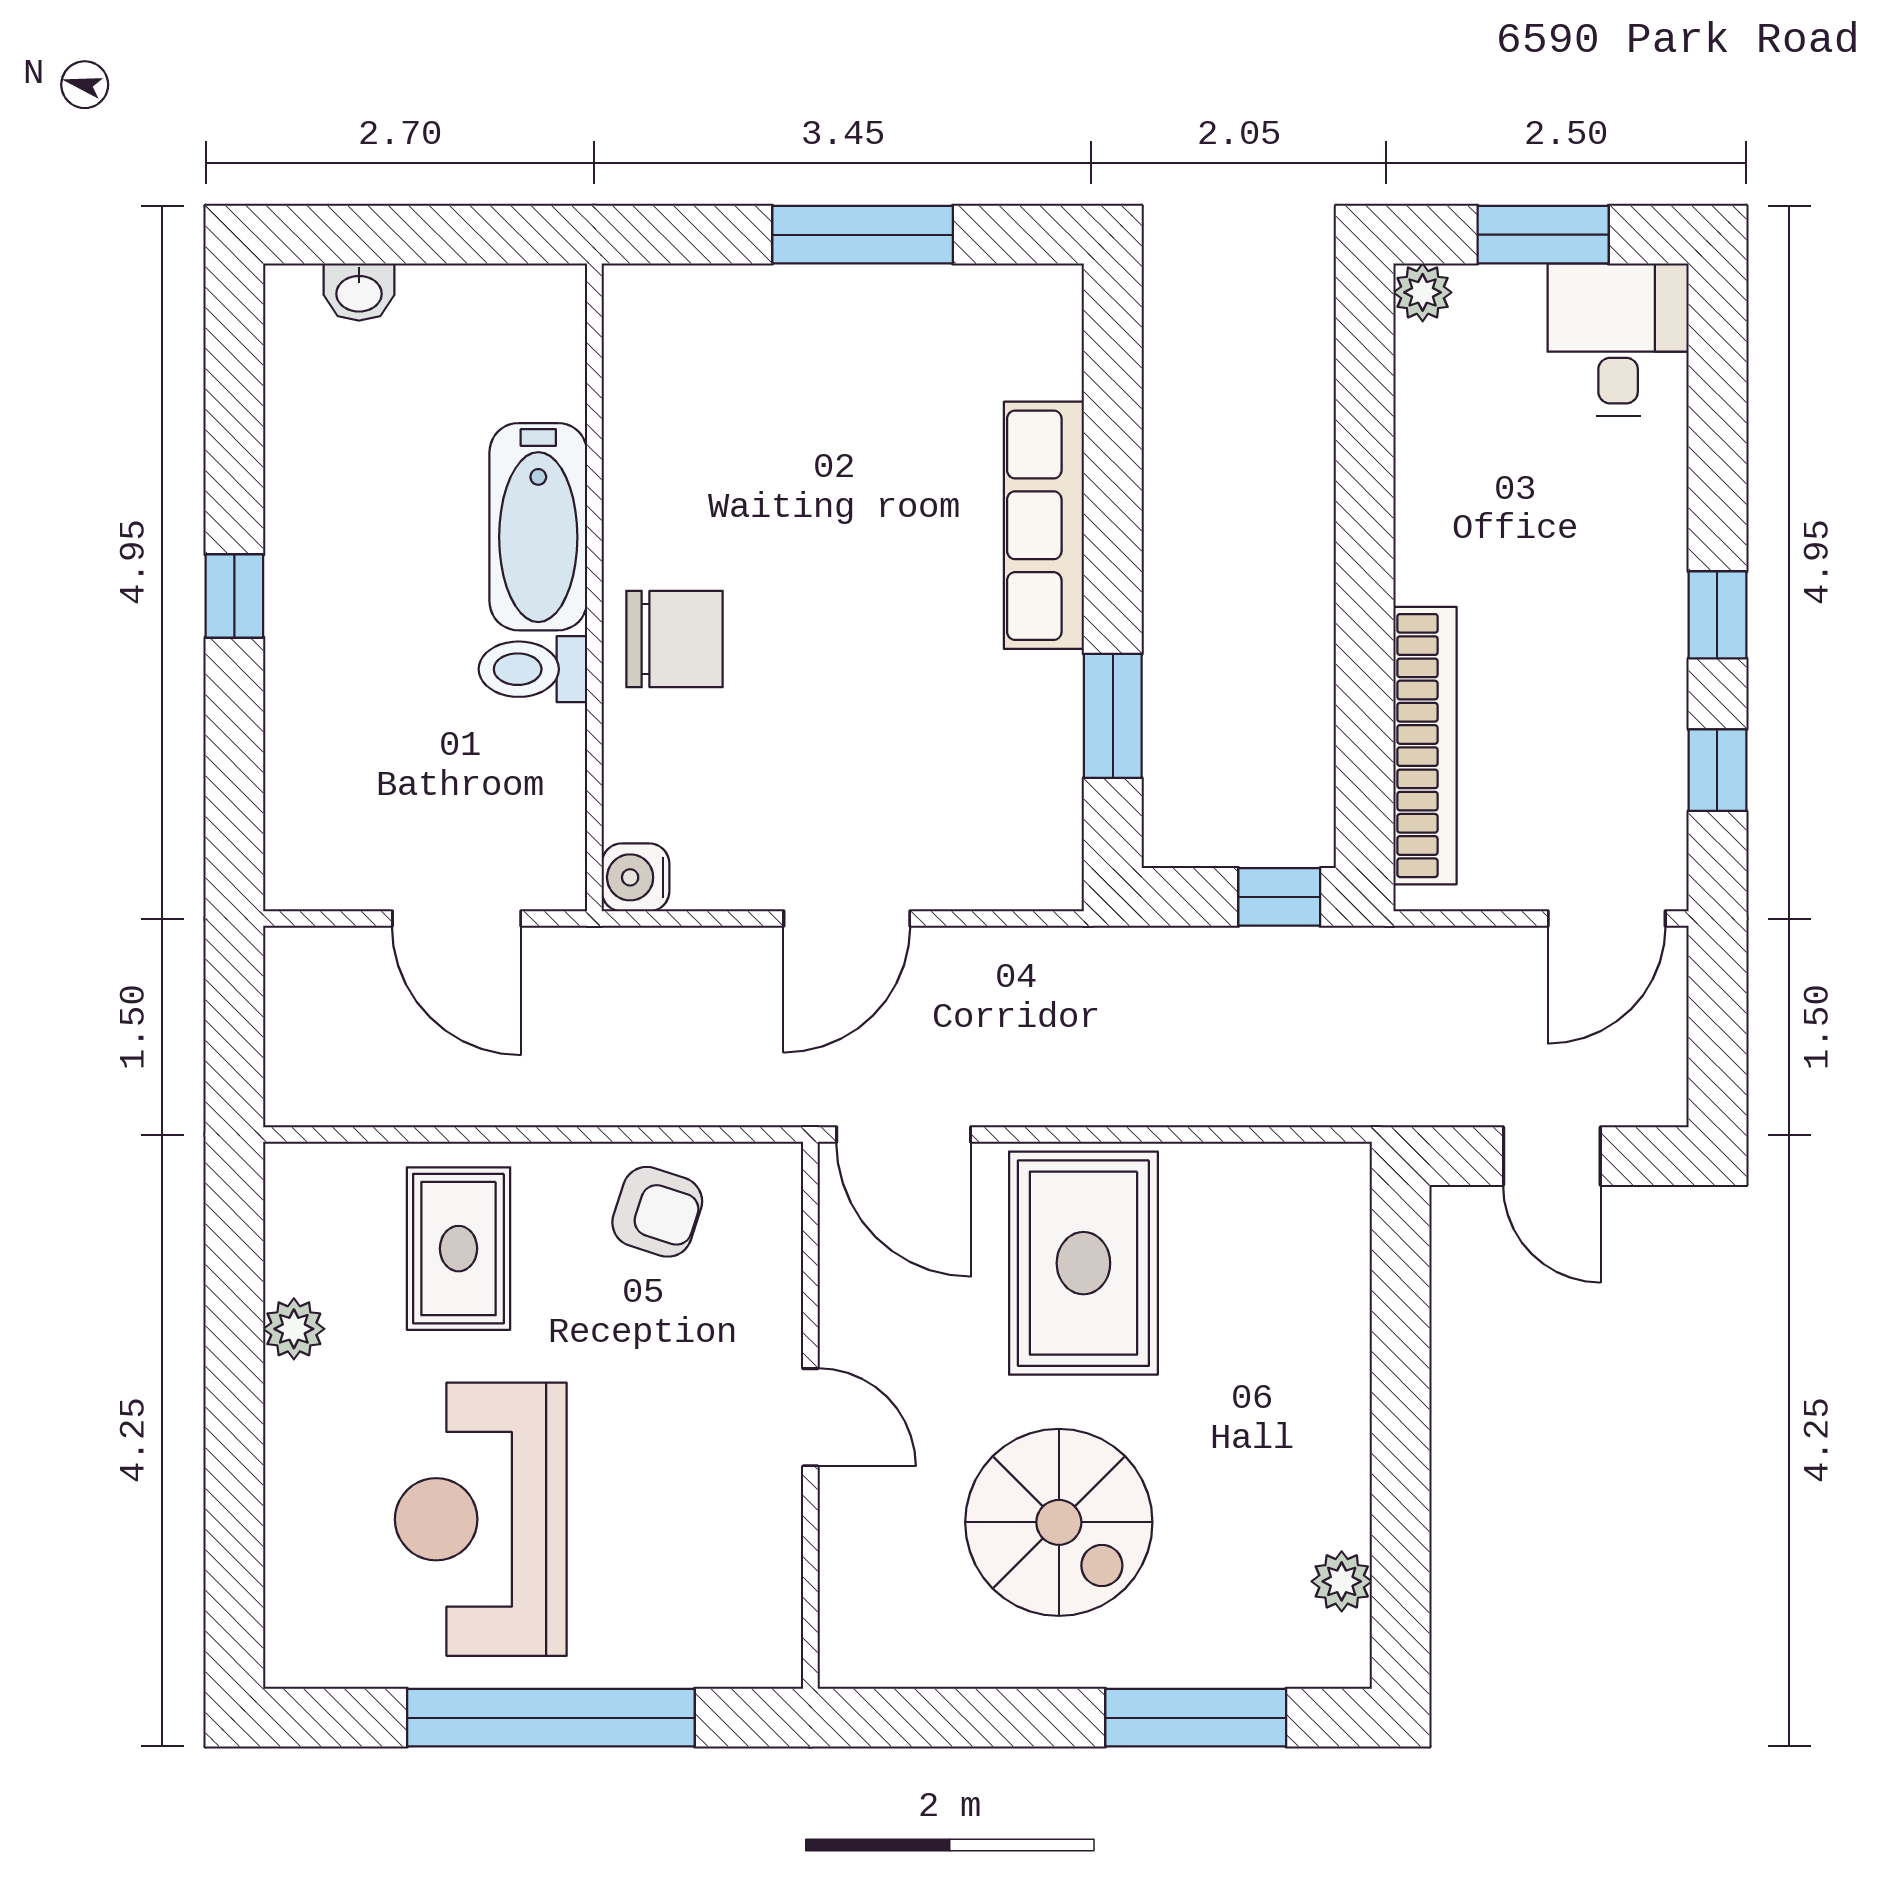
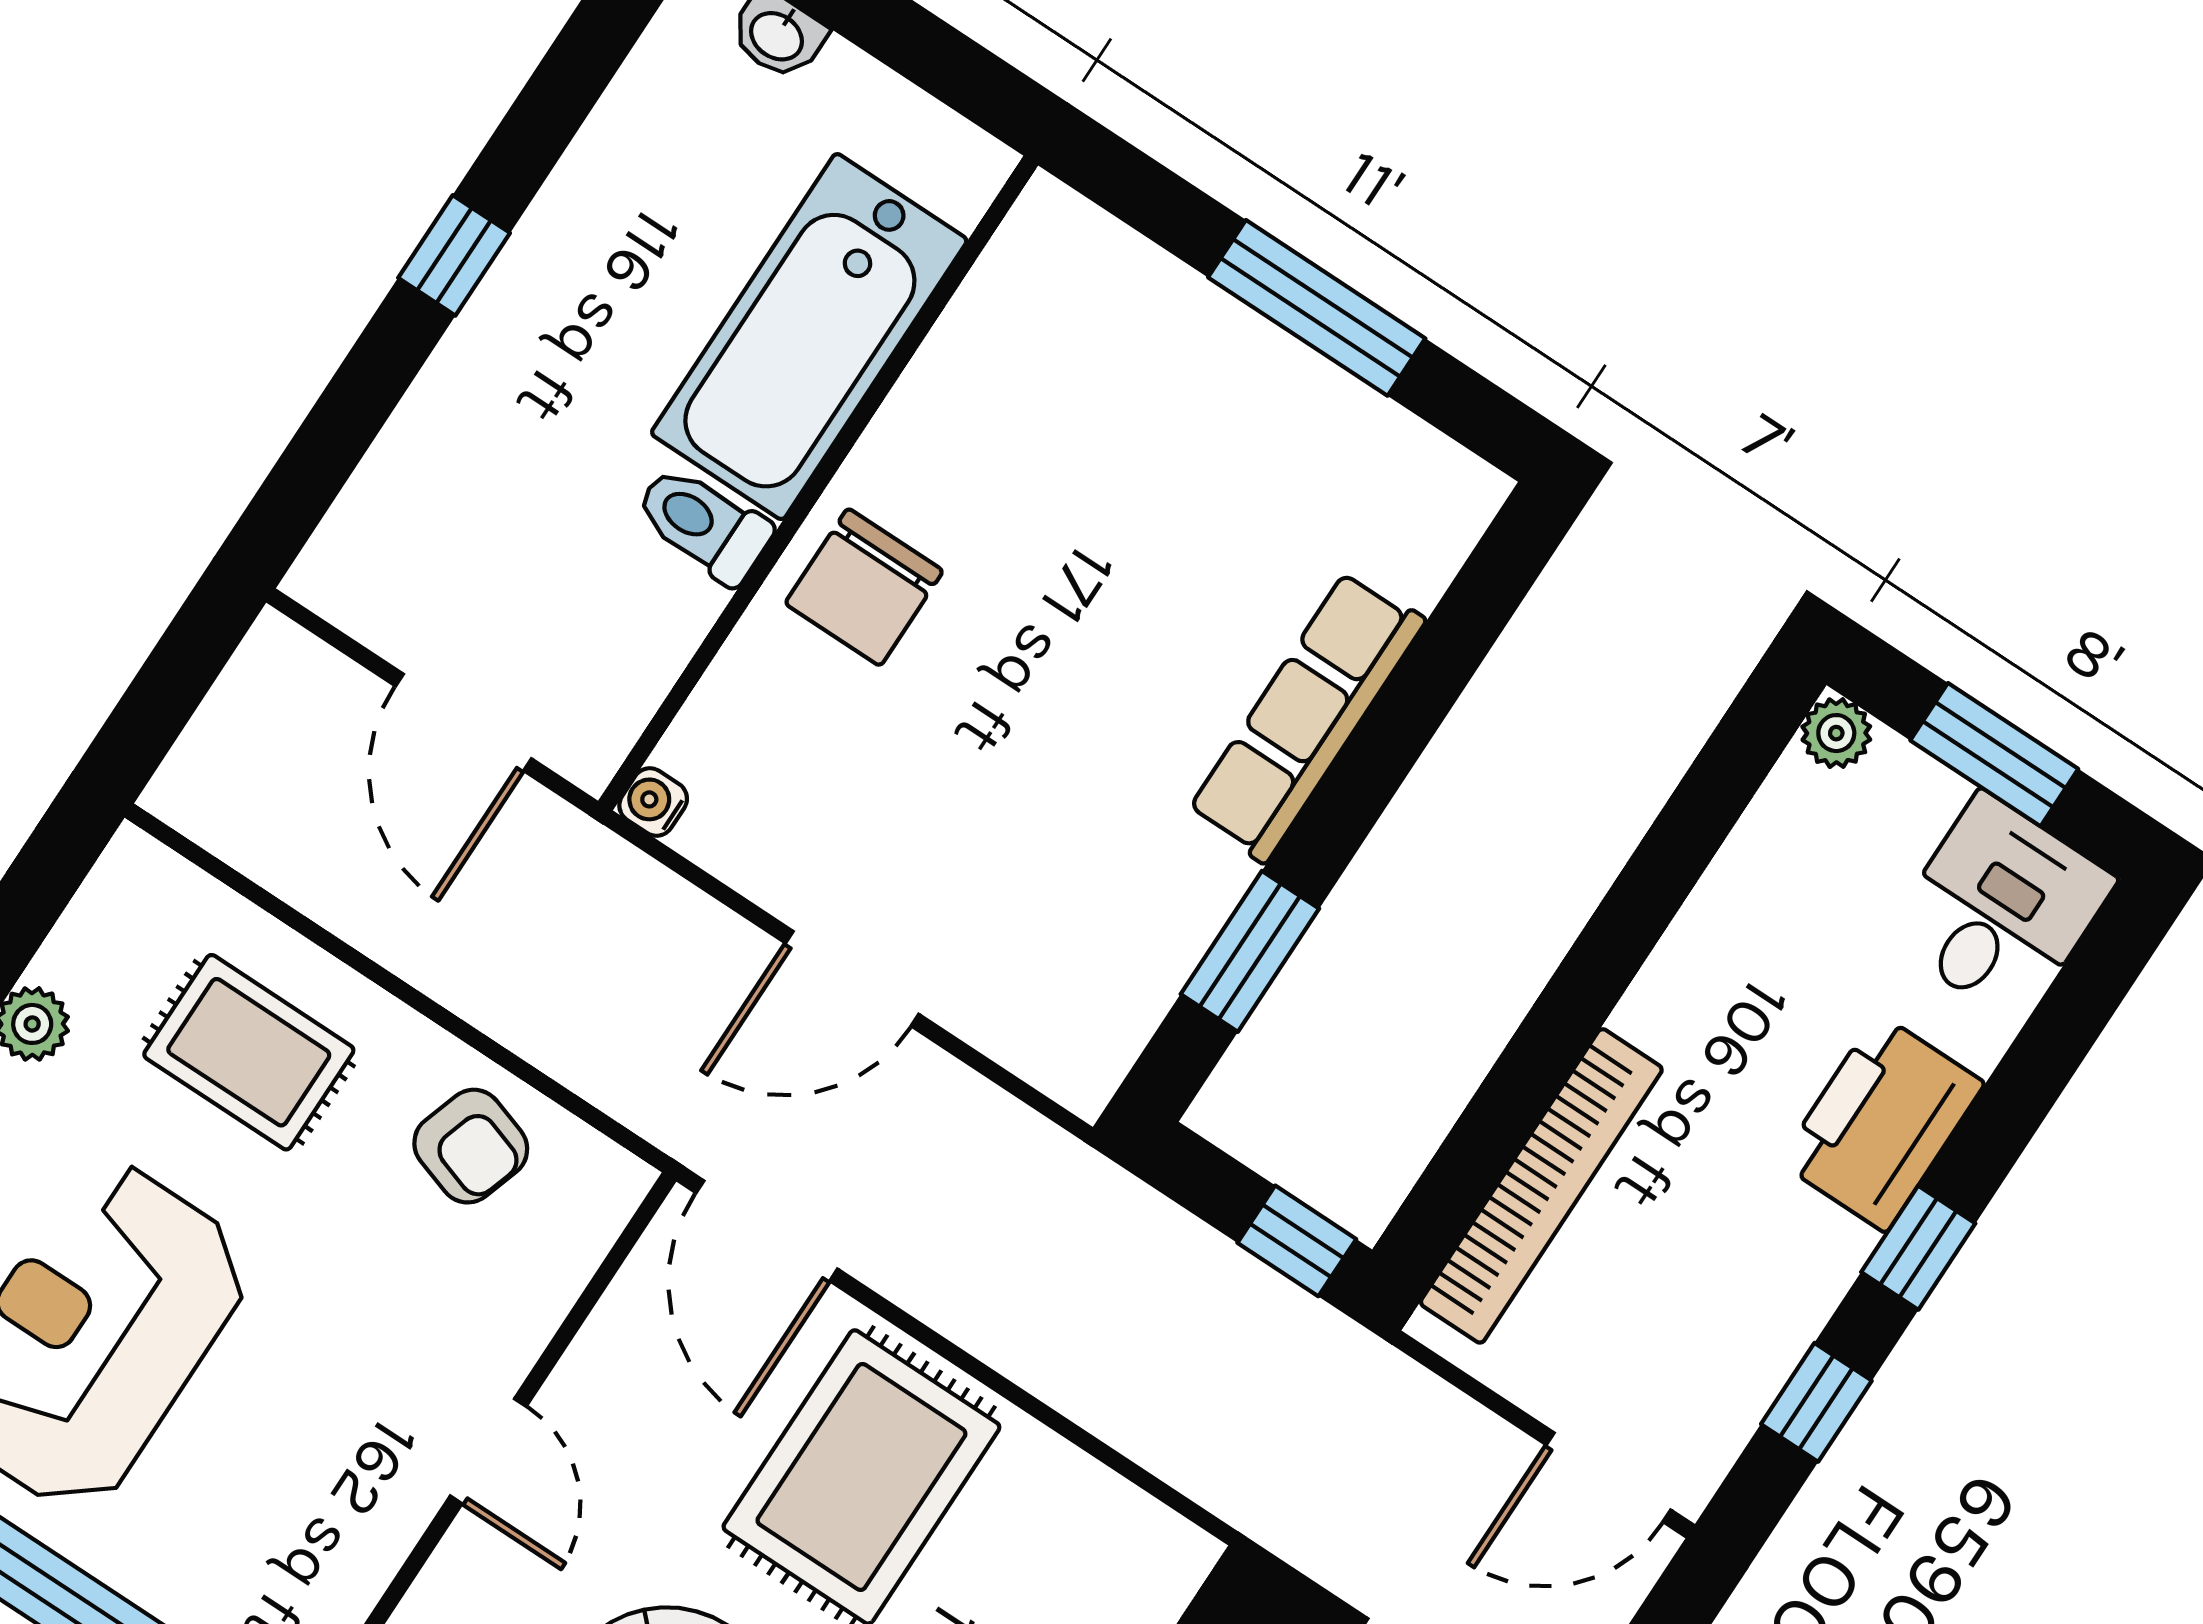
bathtub: (538, 527) -> (809, 337), width x1.36, depth x1.36
printer: (1634, 544) -> (1882, 1123), added
chair: (674, 639) -> (864, 587), turned 90
water cooler: (636, 877) -> (653, 802), width x0.72, depth x0.72
rug: (459, 1249) -> (249, 1052), turned 90

